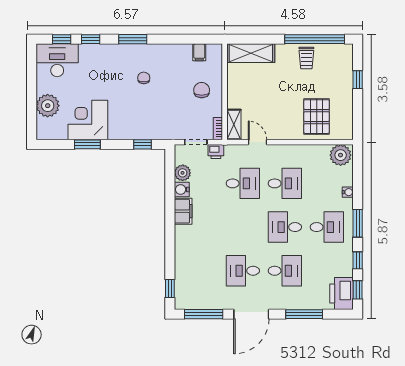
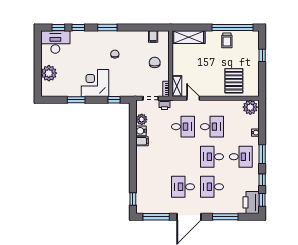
corner desk: (88, 120) -> (95, 83), moved
filing cabinet: (183, 211) -> (142, 141), width x0.50
desk: (285, 271) -> (212, 187), turned 180

